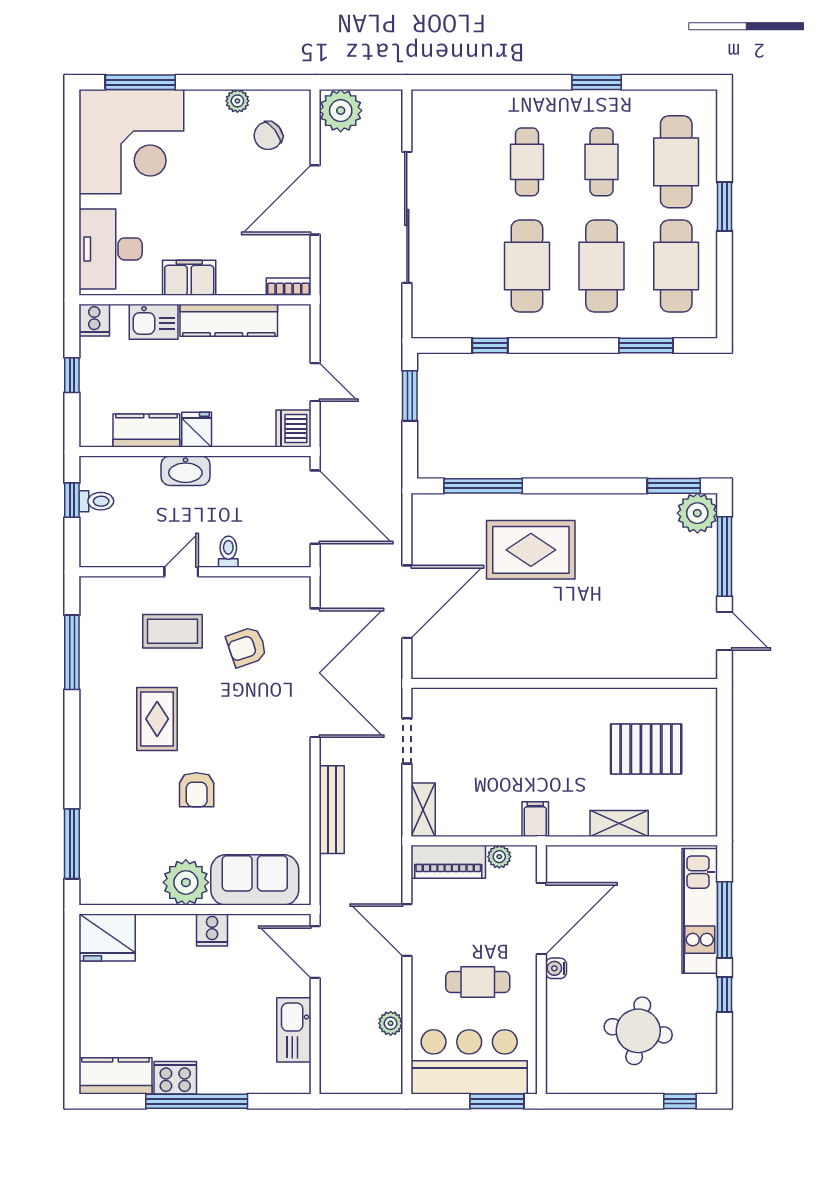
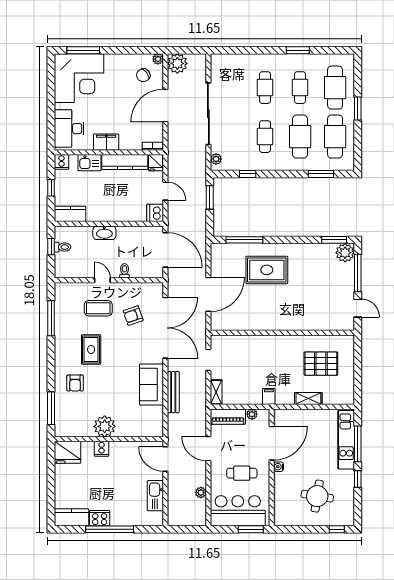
plant: (237, 101) -> (158, 59), moved
cafe table: (527, 266) -> (265, 137), width x0.73, depth x0.74
plant: (423, 314) -> (216, 159), added
fridge: (197, 430) -> (156, 163), moved, turned 180
kitchen counter: (146, 431) -> (70, 214), moved
door: (181, 572) -> (102, 280), hinge flipped
armchair: (197, 790) -> (75, 383), moved
sofa: (255, 880) -> (151, 385), moved, turned -90
cooker: (212, 930) -> (102, 449), moved

